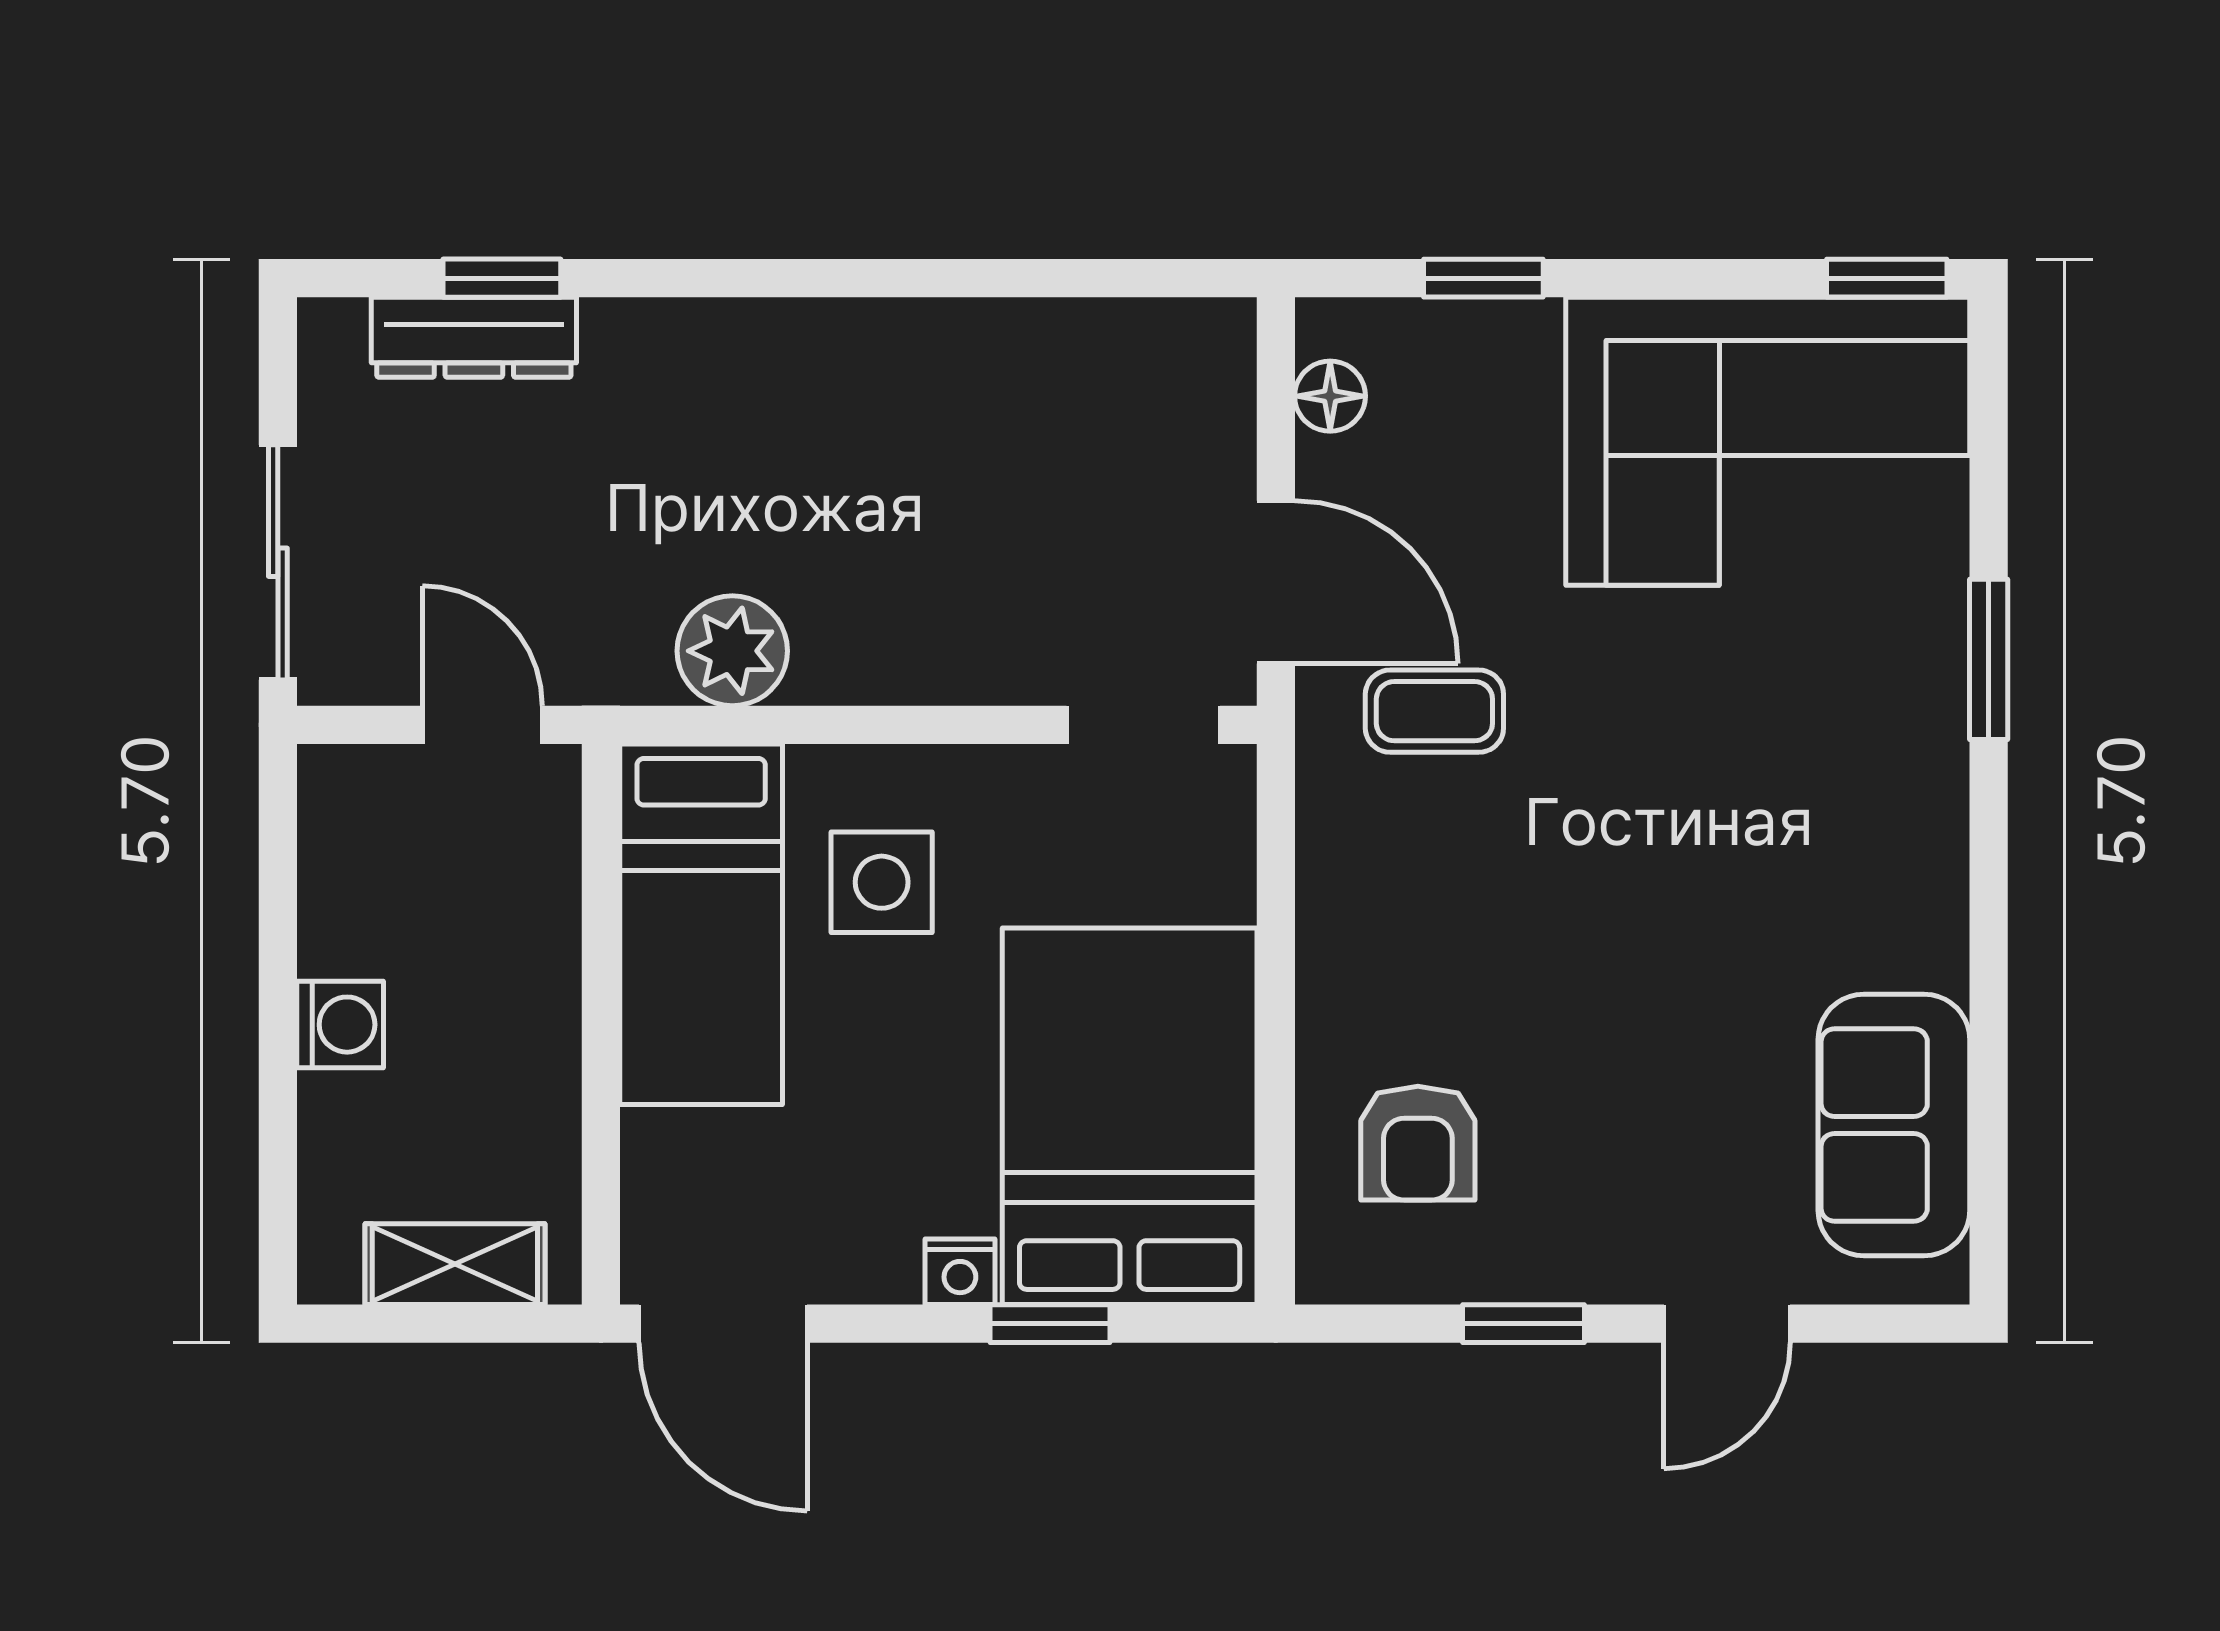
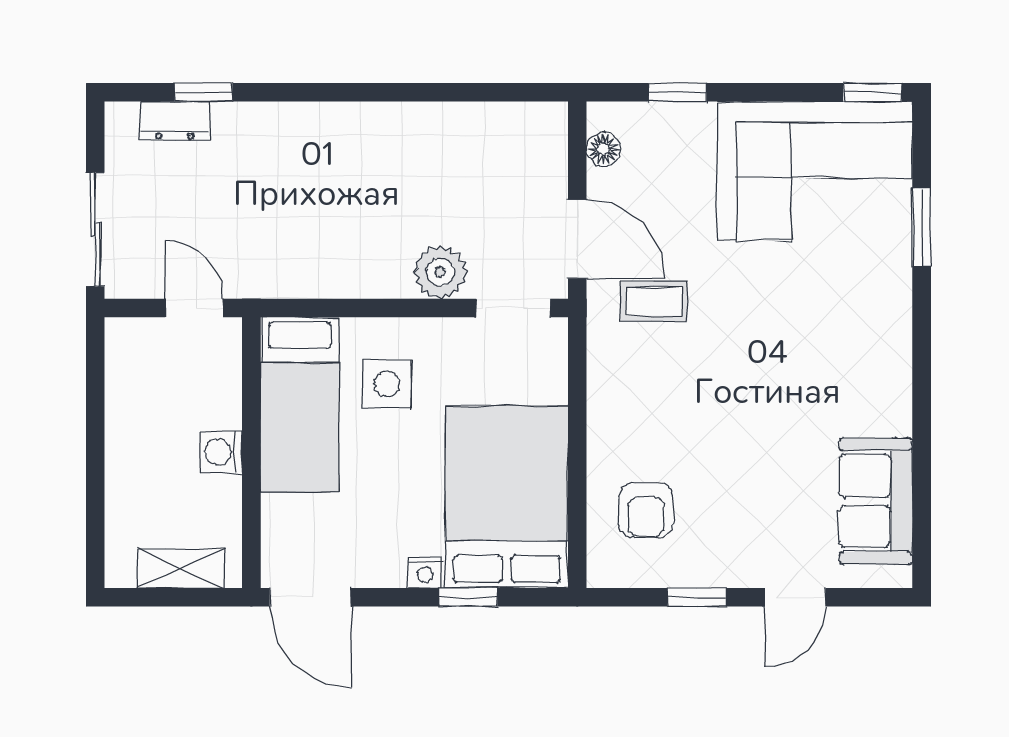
dresser: (474, 337) -> (175, 121), width x0.70
plant: (732, 651) -> (440, 272), moved
window: (1989, 659) -> (922, 227), moved
washing machine: (340, 1025) -> (221, 452), moved, turned 180

